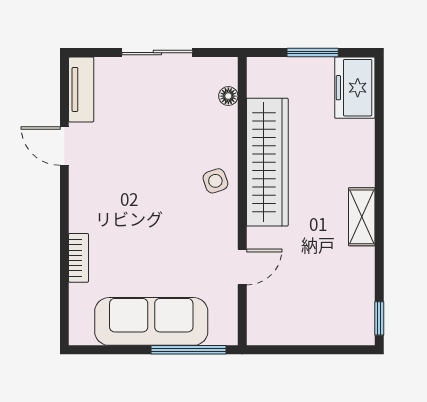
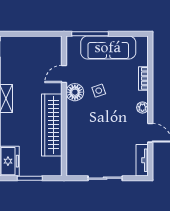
floor lamp: (228, 96) -> (75, 92), moved, width x1.89, depth x1.89
side table: (215, 181) -> (99, 91), moved
plant: (81, 198) -> (142, 108), added

